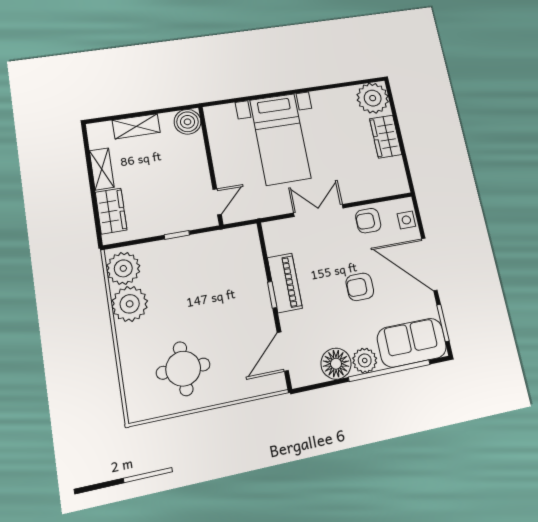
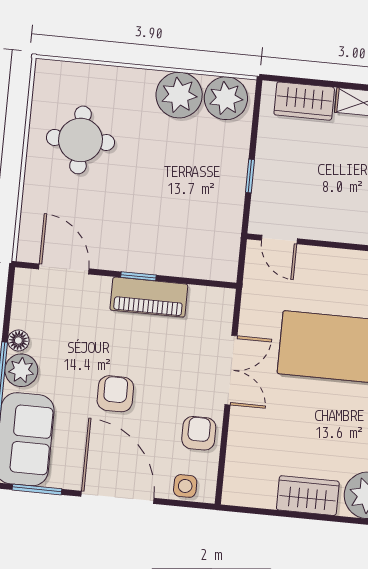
door: (429, 264) -> (118, 497), hinge flipped
floor lamp: (336, 364) -> (18, 340), width x0.53, depth x0.53

